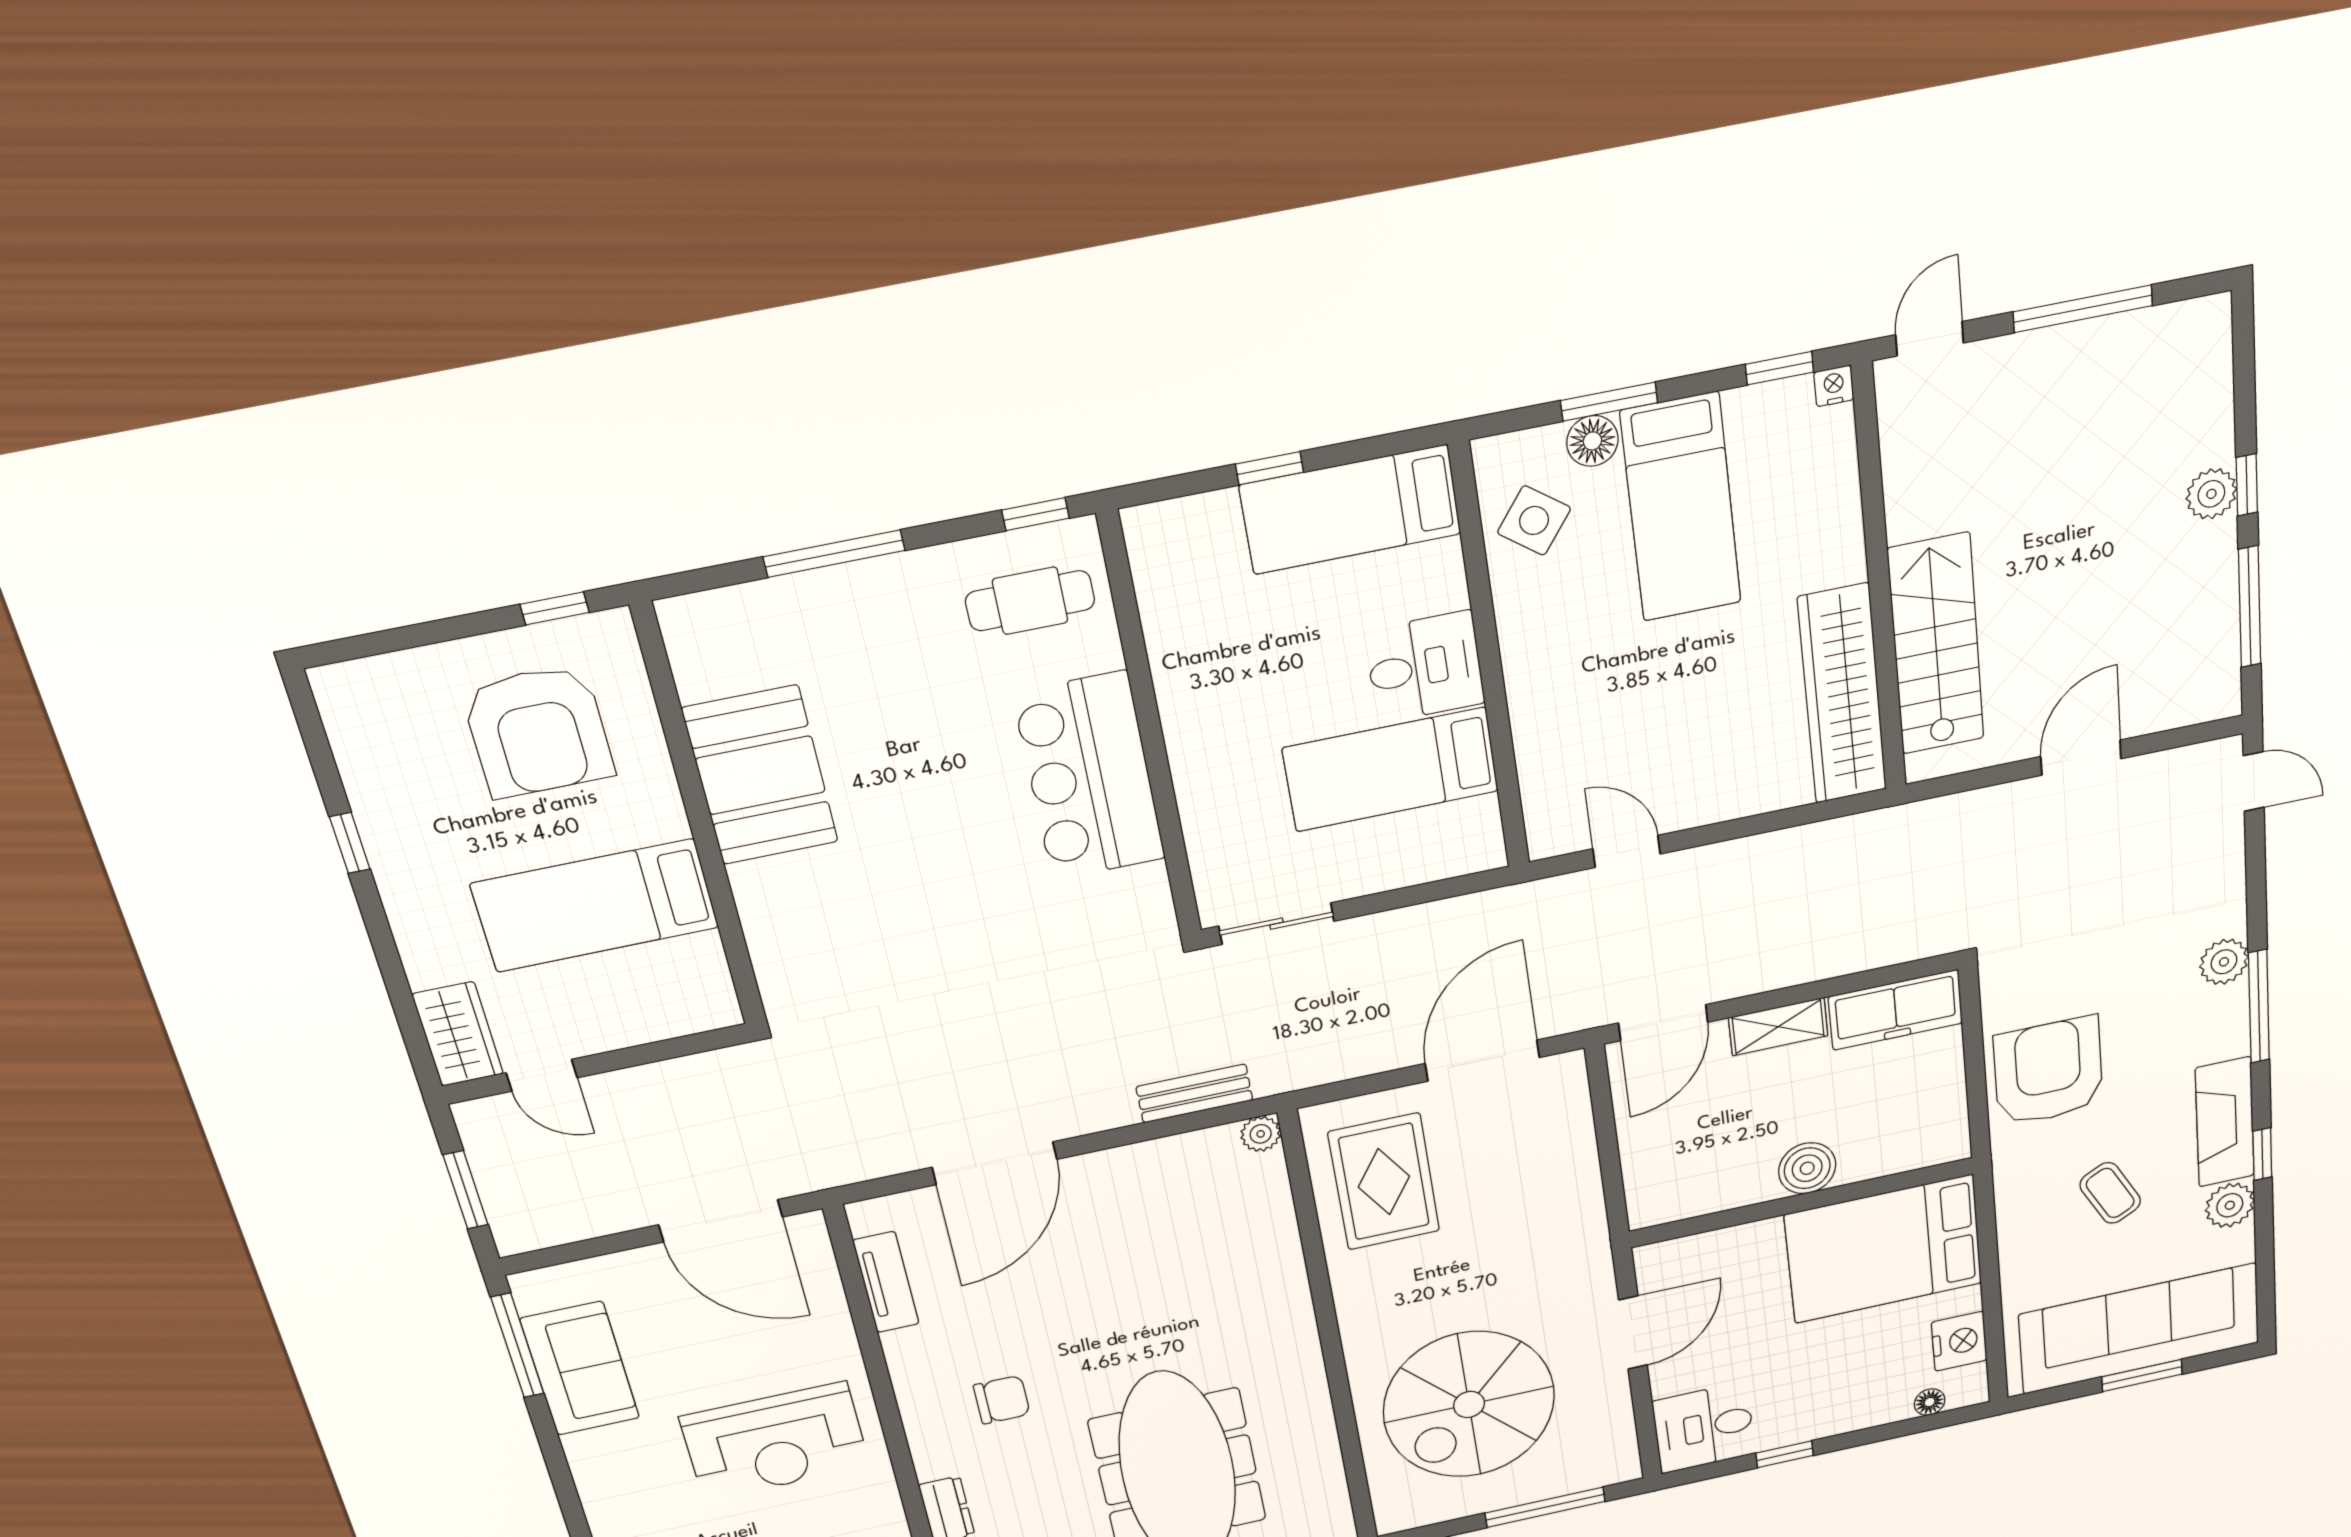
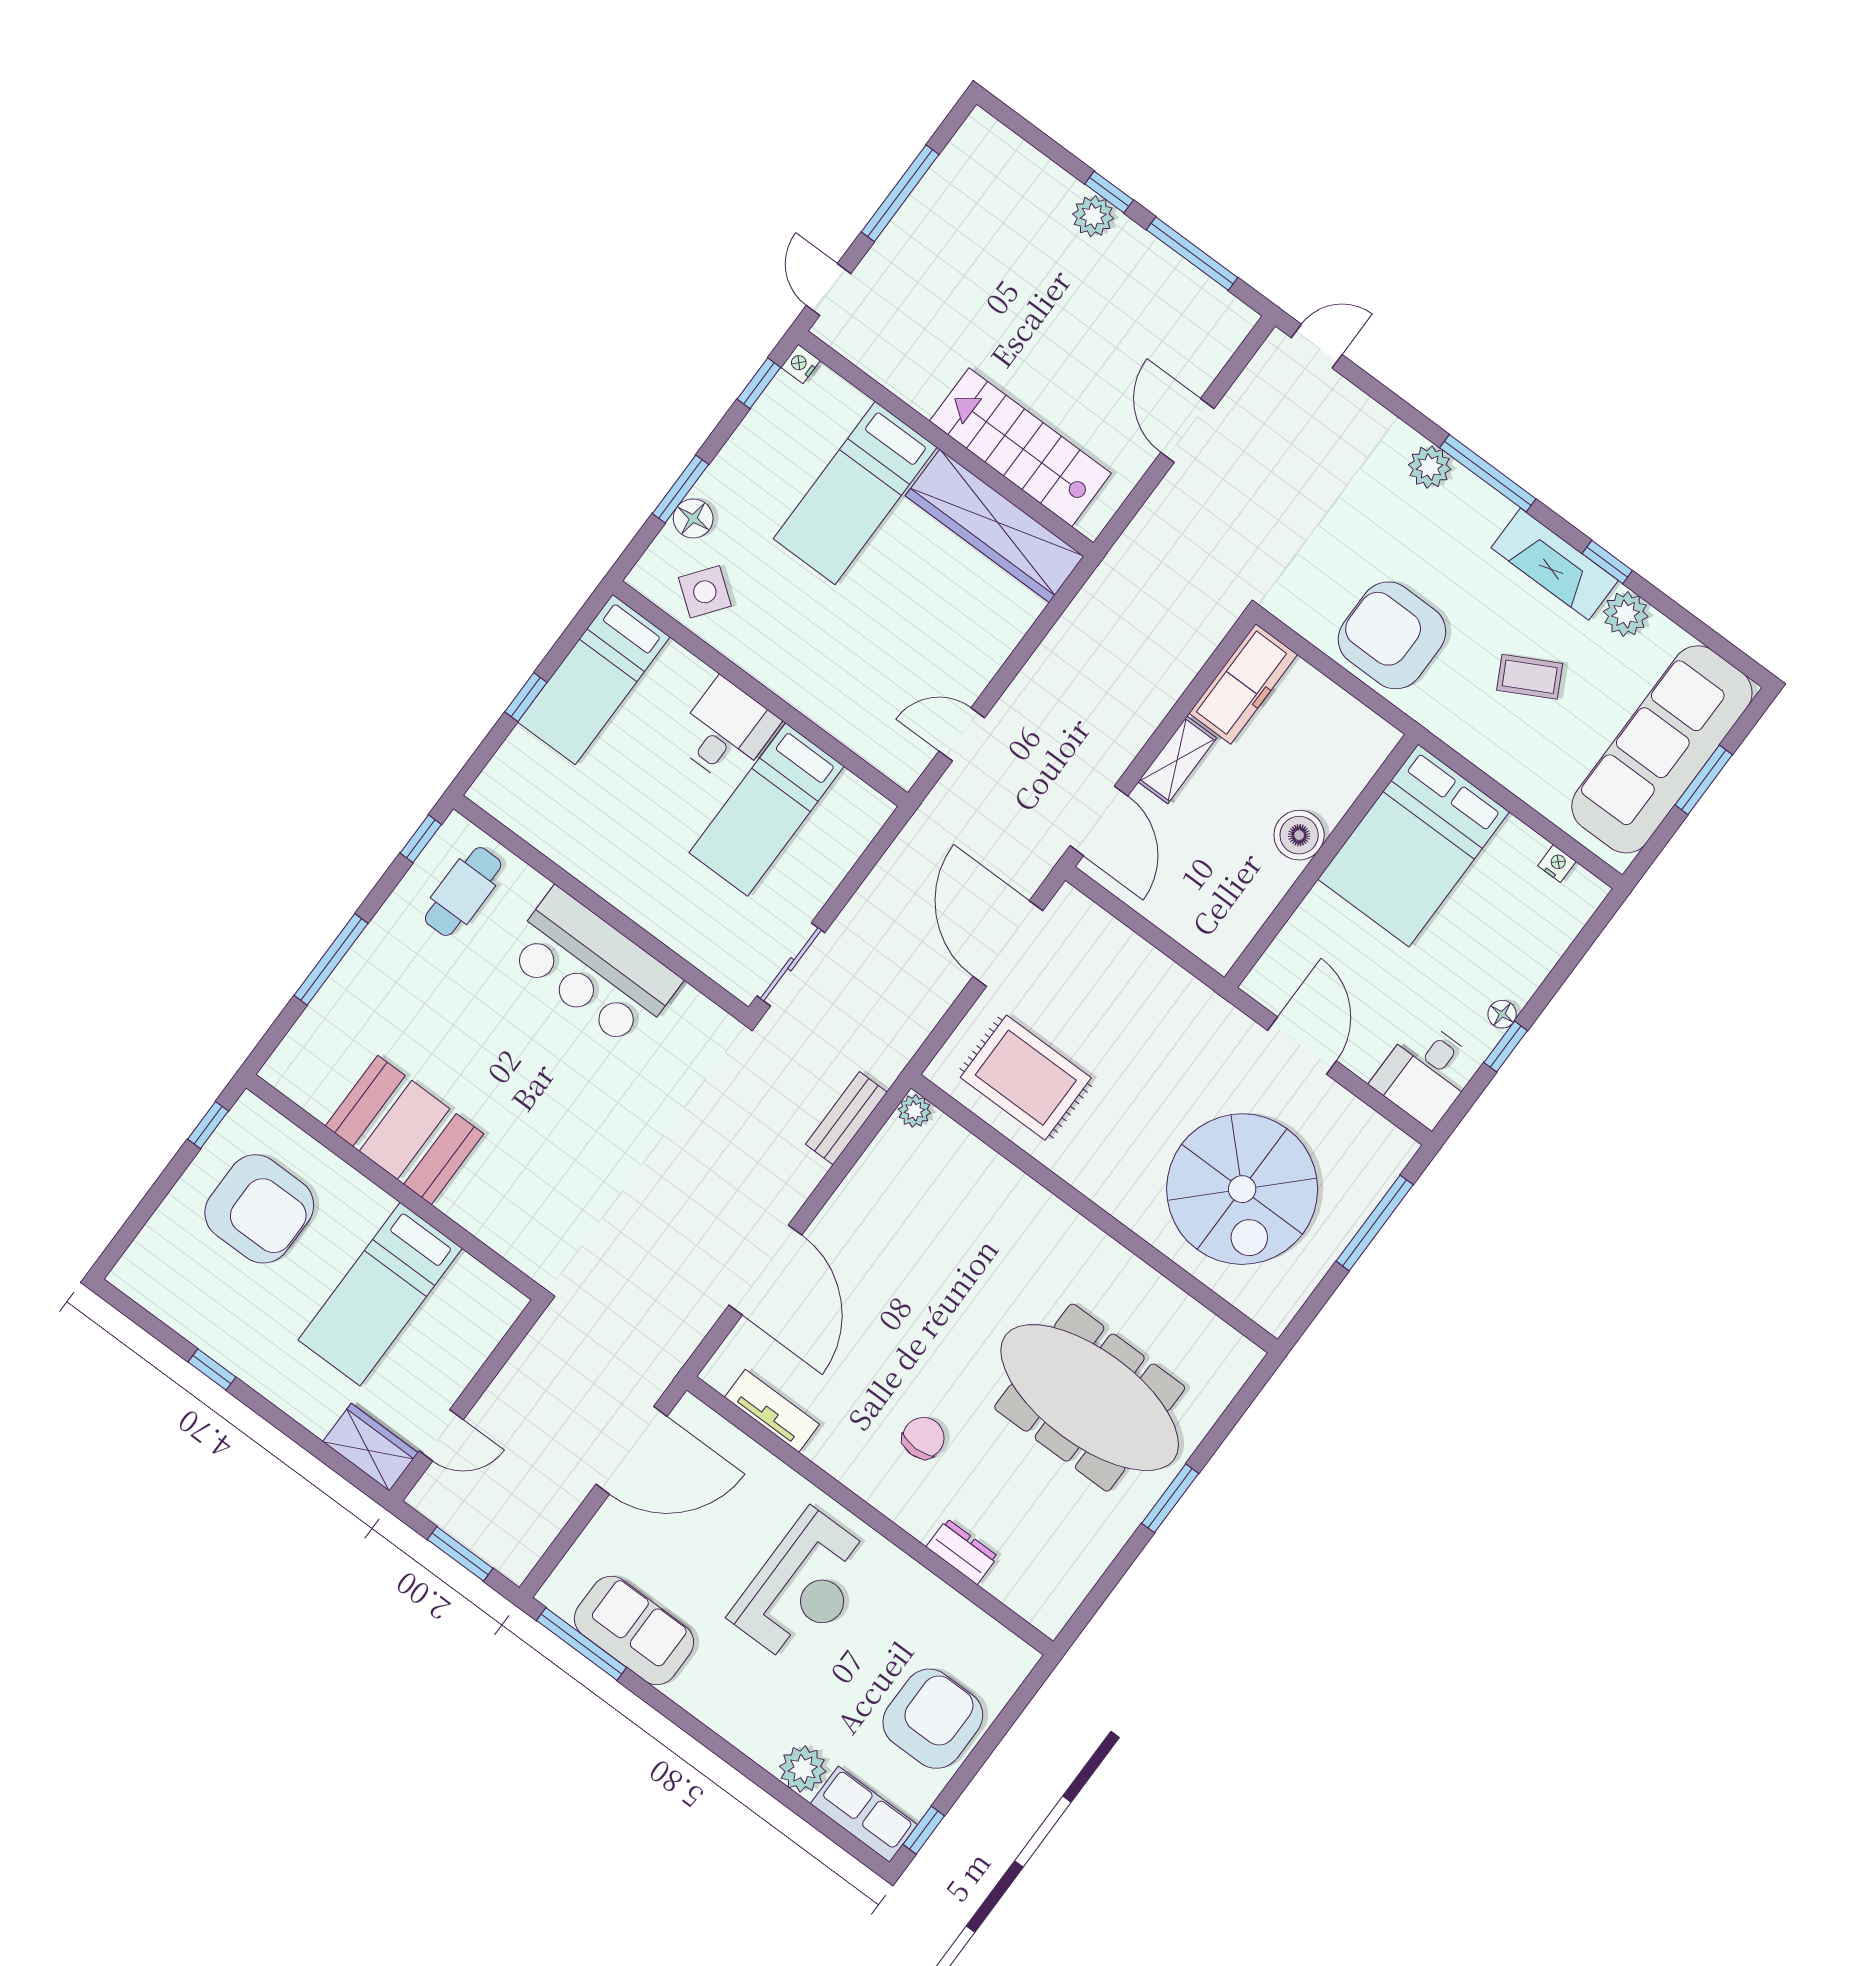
bed: (1681, 508) -> (855, 493), moved, turned 90
nightstand: (1959, 1341) -> (1557, 864), width x0.53, depth x0.56
floor lamp: (1930, 1402) -> (1502, 1014), moved

